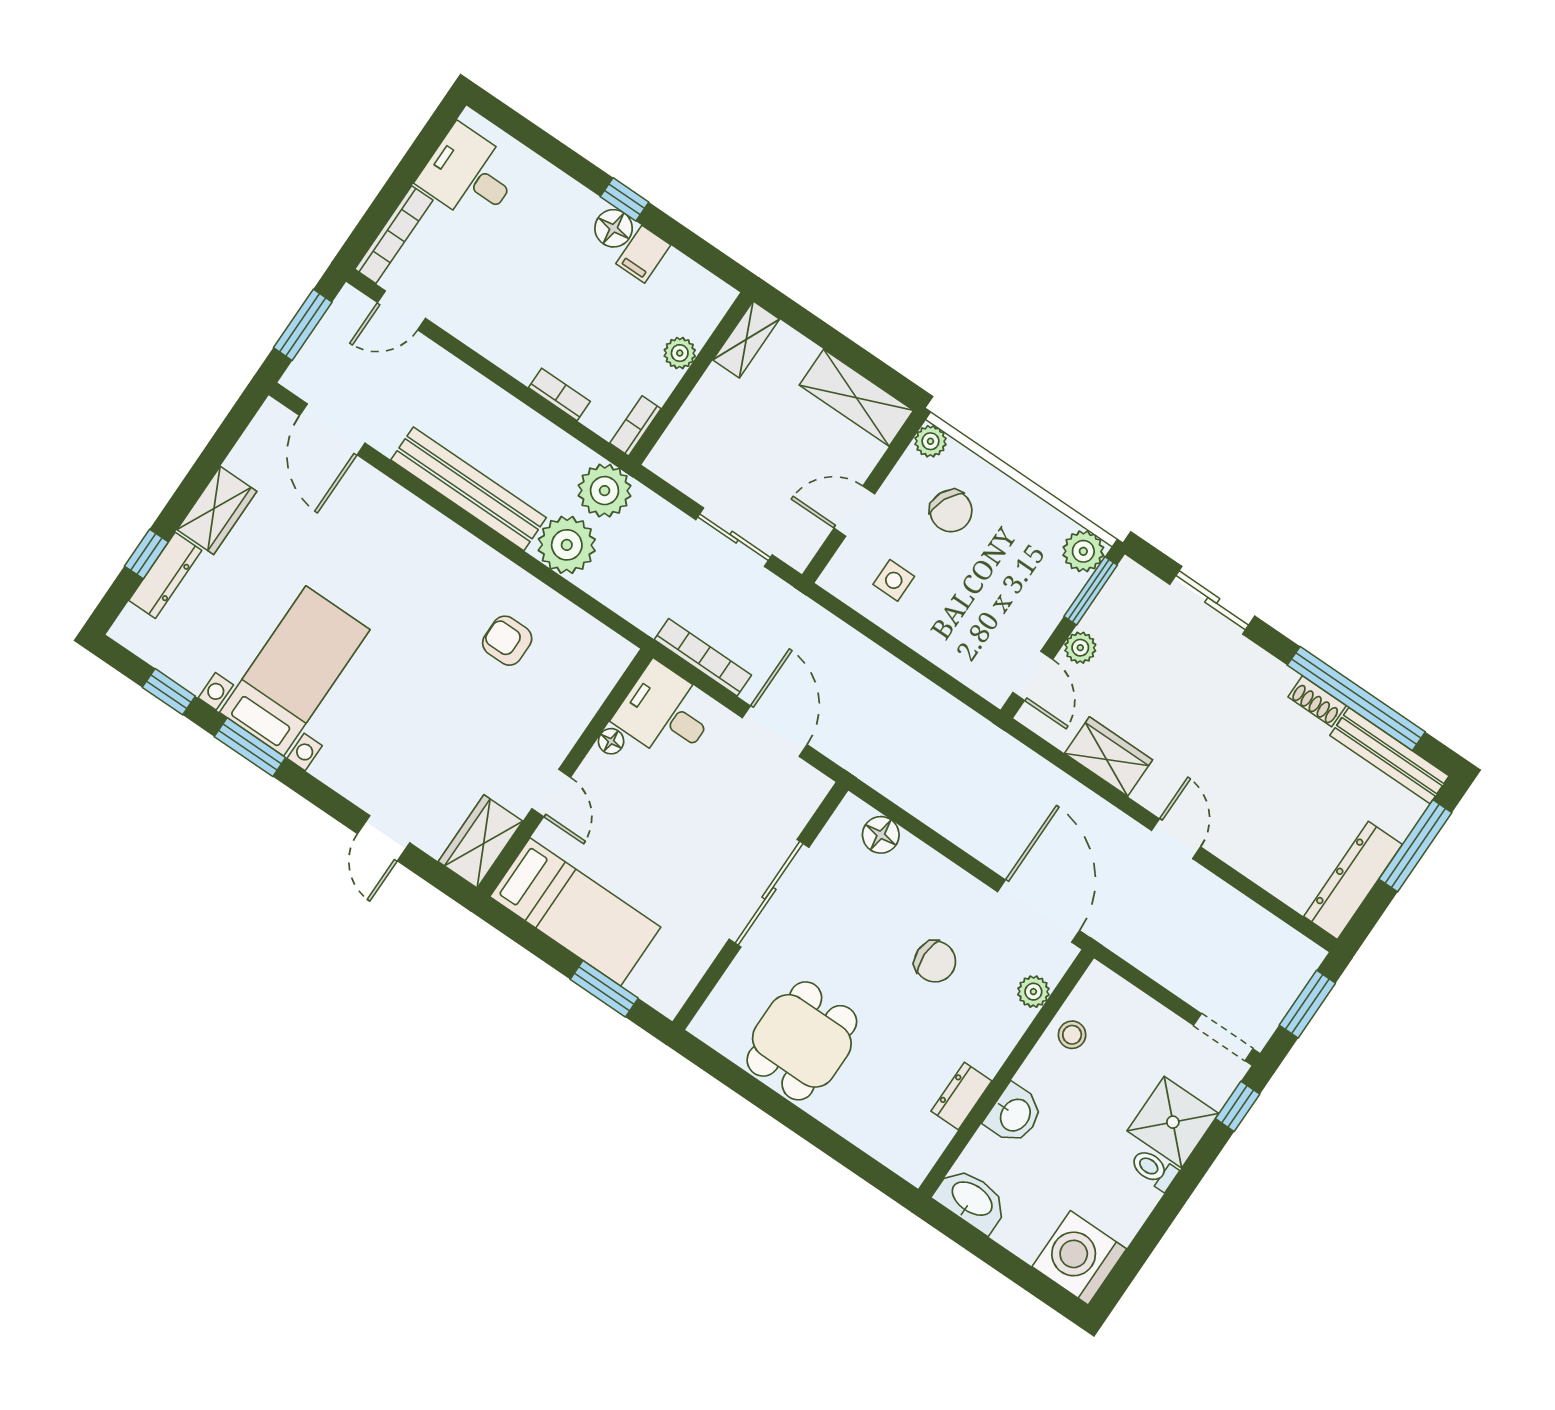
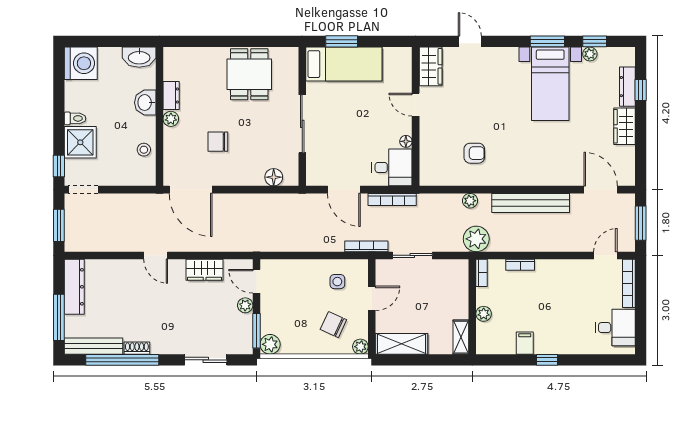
floor lamp: (614, 228) -> (544, 345), removed
plant: (567, 545) -> (470, 201), width x0.53, depth x0.53
bookcase: (802, 607) -> (366, 246), added
plant: (192, 676) -> (590, 54), added
bed: (575, 912) -> (344, 64), moved, turned 180
plant: (1033, 992) -> (171, 119), moved

